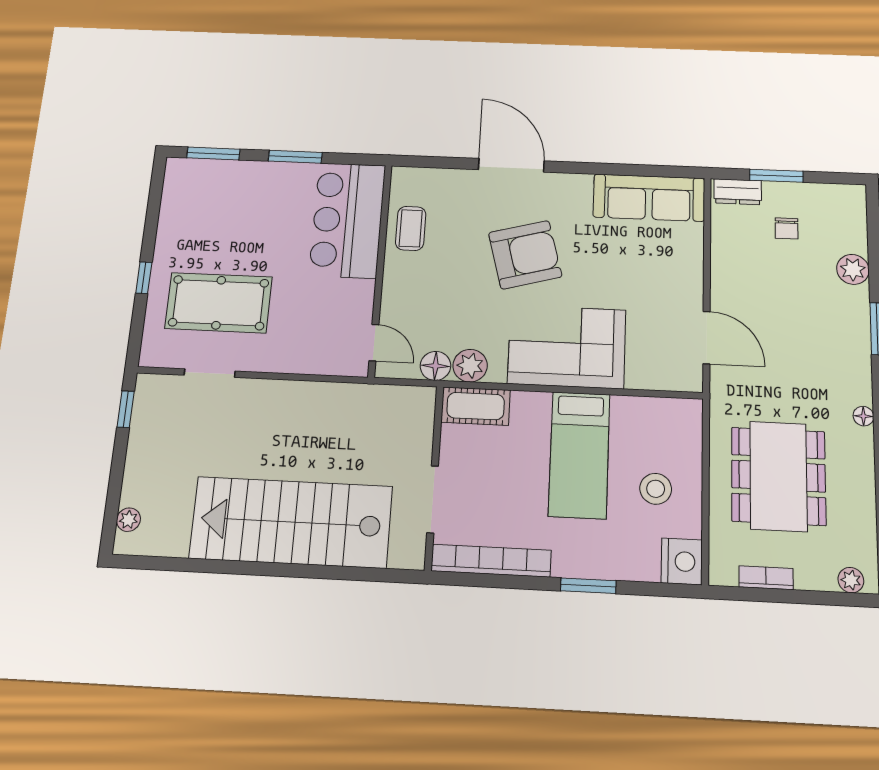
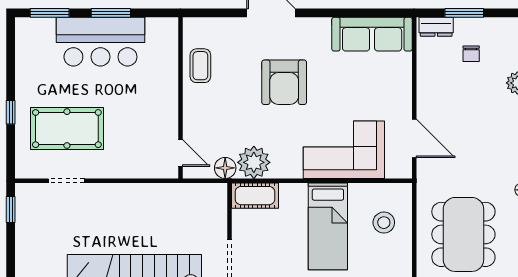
bar counter: (347, 220) -> (100, 42), moved, turned -90
armchair: (525, 255) -> (284, 82), turned 105
corner sofa: (567, 347) -> (344, 150), moved
plant: (470, 366) -> (254, 162), width x1.36, depth x1.36
stool: (656, 489) -> (384, 223), moved

